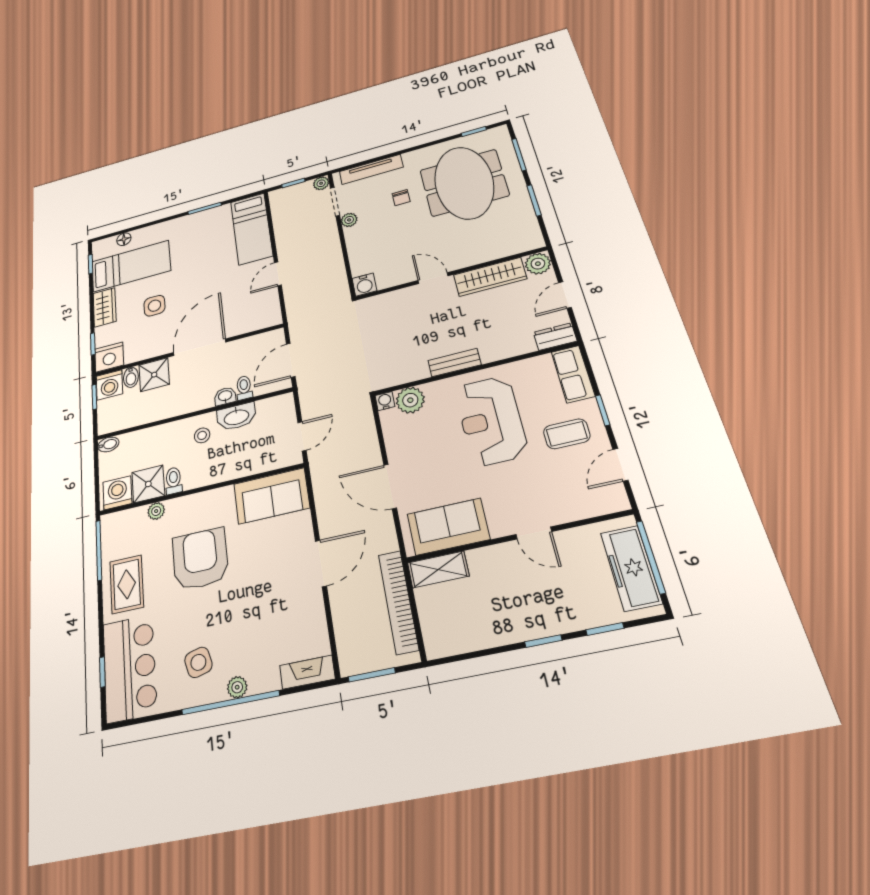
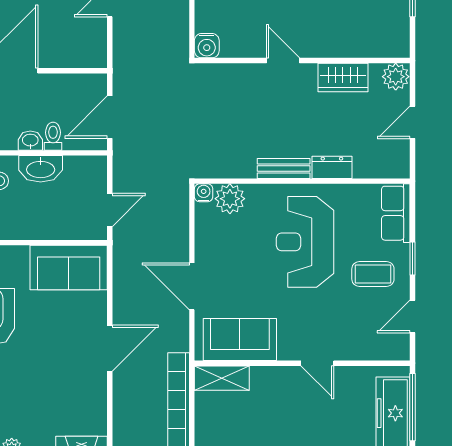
wardrobe: (490, 277) -> (343, 77), width x0.67
dresser: (555, 337) -> (332, 167), moved

